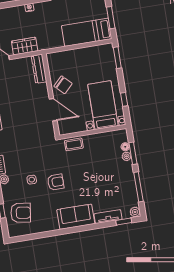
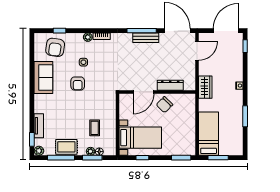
wardrobe: (25, 46) -> (205, 87), moved
dresser: (39, 69) -> (170, 85), moved
coffee table: (74, 144) -> (95, 128), moved
rug: (126, 183) -> (66, 147), added
sofa: (76, 217) -> (43, 78), moved

